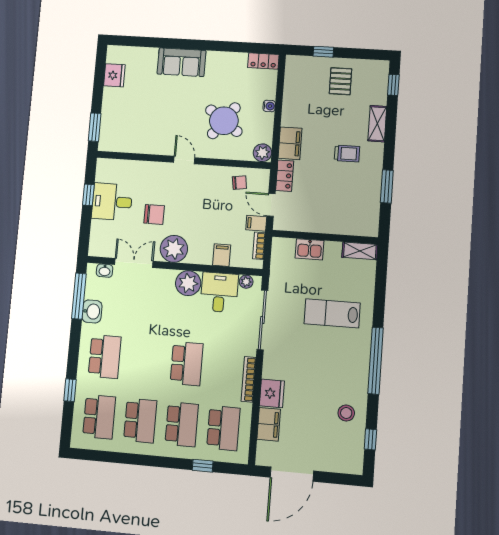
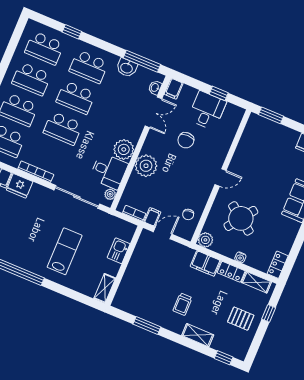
shelving: (292, 78) -> (256, 282), added
locker: (285, 176) -> (231, 272), moved
plant: (174, 249) -> (146, 166), moved
filing cabinet: (222, 255) -> (174, 89), moved, turned 90
school desk: (145, 360) -> (76, 98), added

